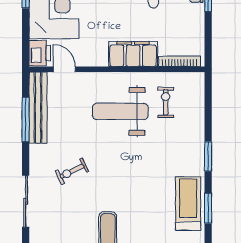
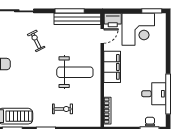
filing cabinet: (133, 54) -> (112, 67), moved
exercise bike: (166, 102) -> (63, 109), moved
weight bench: (120, 111) -> (75, 72), turned 90

